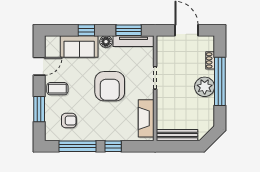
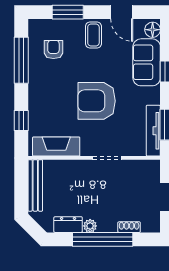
floor lamp: (106, 42) -> (153, 30), moved
plant: (205, 87) -> (90, 226), width x0.53, depth x0.53
dresser: (208, 109) -> (68, 225), added
armchair: (69, 121) -> (53, 50), turned 180
window: (113, 146) -> (21, 120), moved

